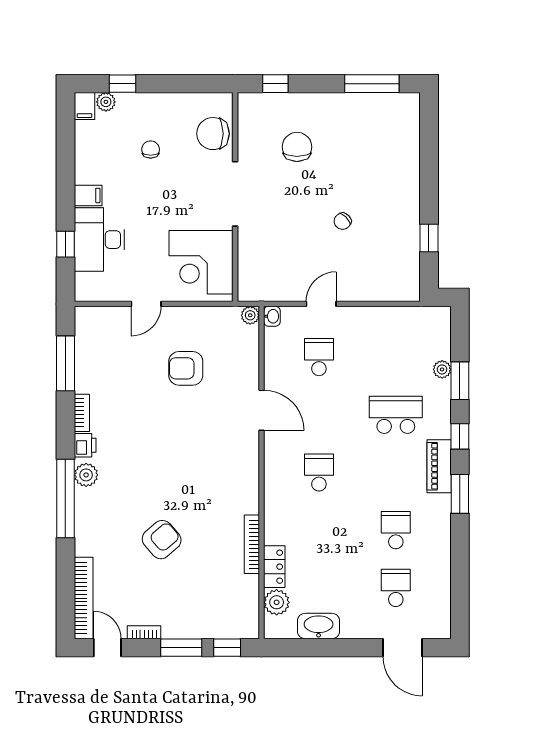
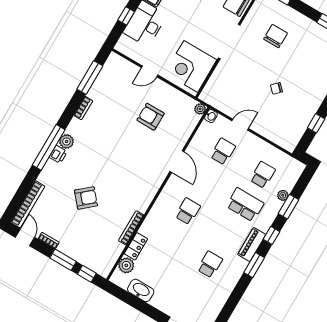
printer: (85, 445) -> (58, 154), moved
school desk: (396, 588) -> (263, 175), moved

